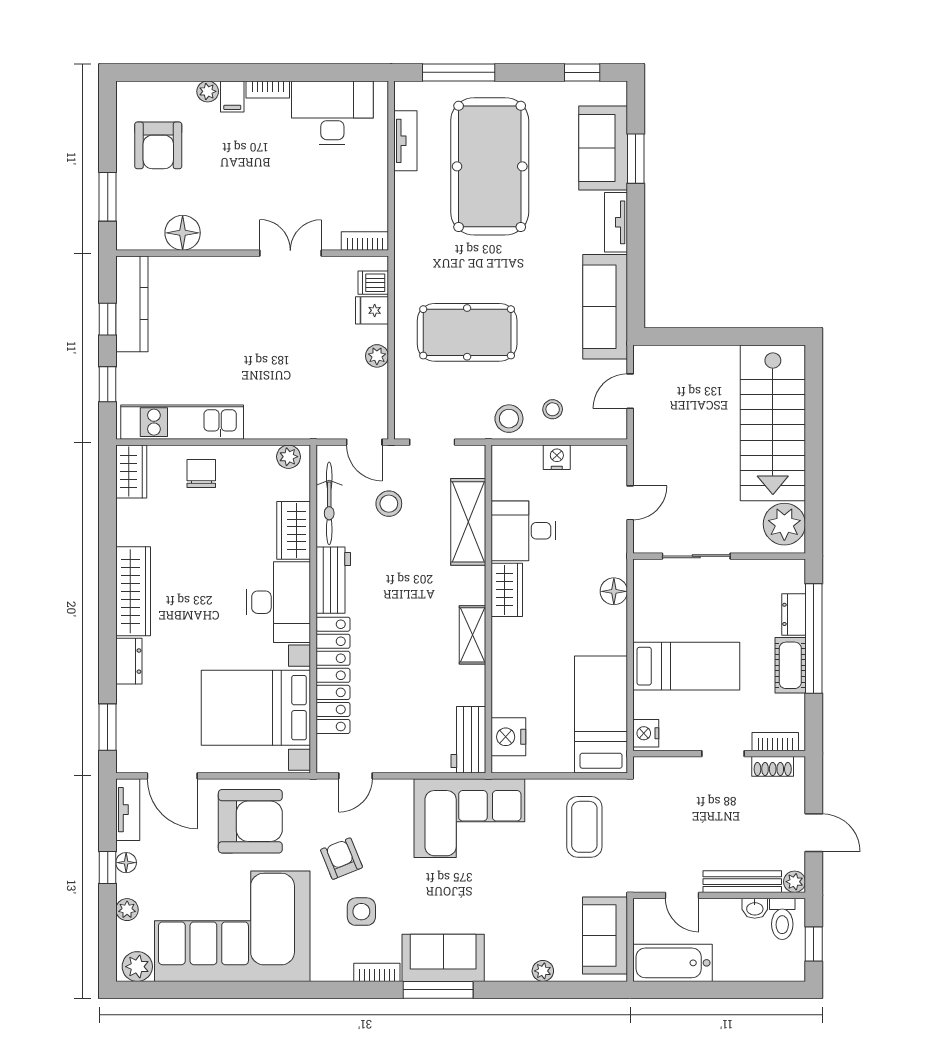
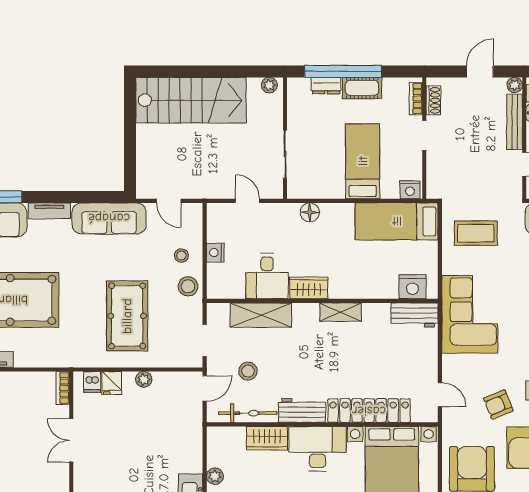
plant: (289, 457) -> (215, 476), moved
plant: (784, 524) -> (269, 85), width x0.53, depth x0.53

